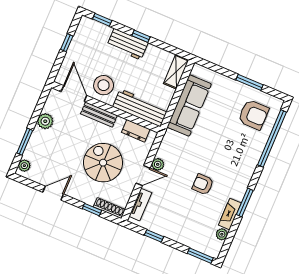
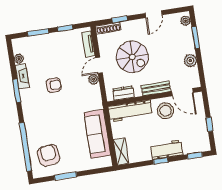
armchair: (253, 115) -> (49, 155), turned 83
window: (200, 256) -> (38, 32), moved

